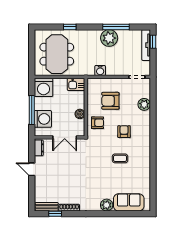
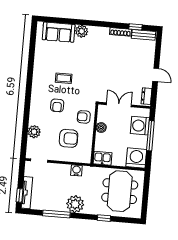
plant: (109, 38) -> (75, 204), moved

